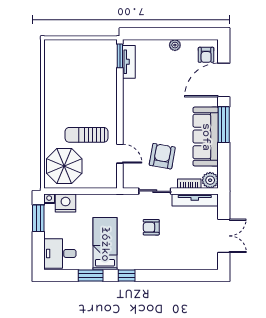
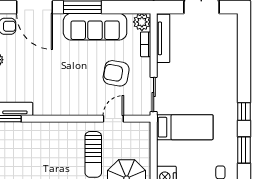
sliding door: (155, 191) -> (154, 94), moved
armchair: (151, 227) -> (192, 85), removed
bed: (105, 244) -> (185, 127), moved, turned 180

